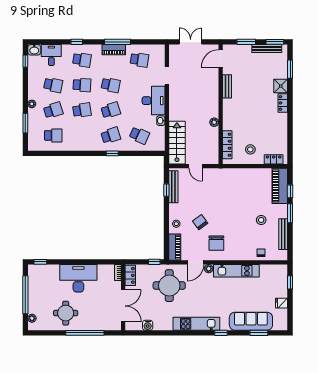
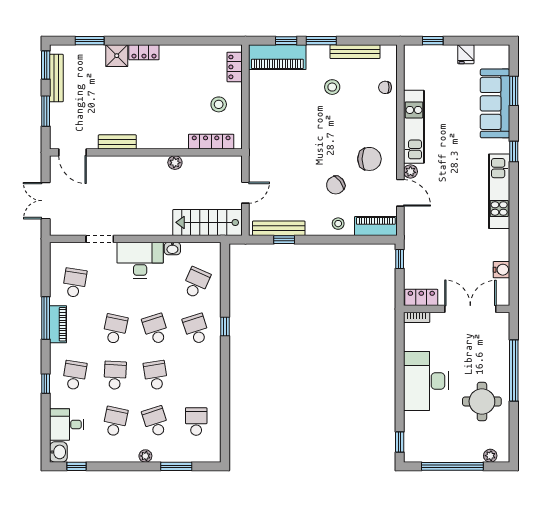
round table: (169, 286) -> (438, 235), removed

